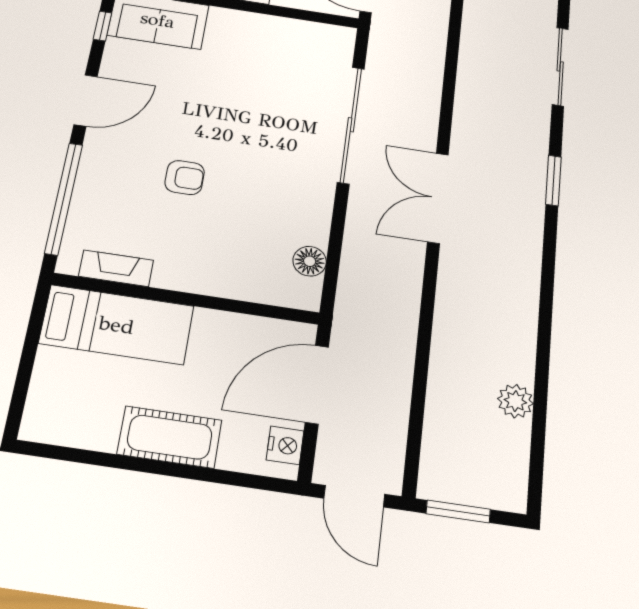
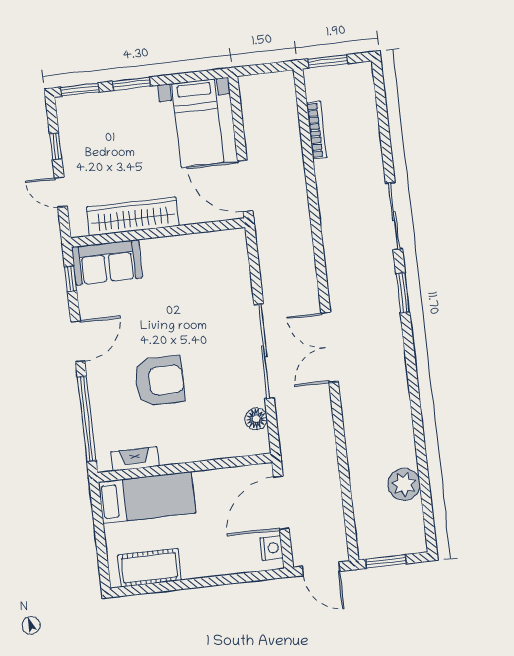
sliding door: (351, 125) -> (264, 351), moved
armchair: (185, 178) -> (160, 381), width x1.88, depth x1.88
window: (553, 180) -> (403, 293), moved
plant: (515, 401) -> (404, 484), width x1.36, depth x1.36
cot: (170, 437) -> (149, 568), moved

